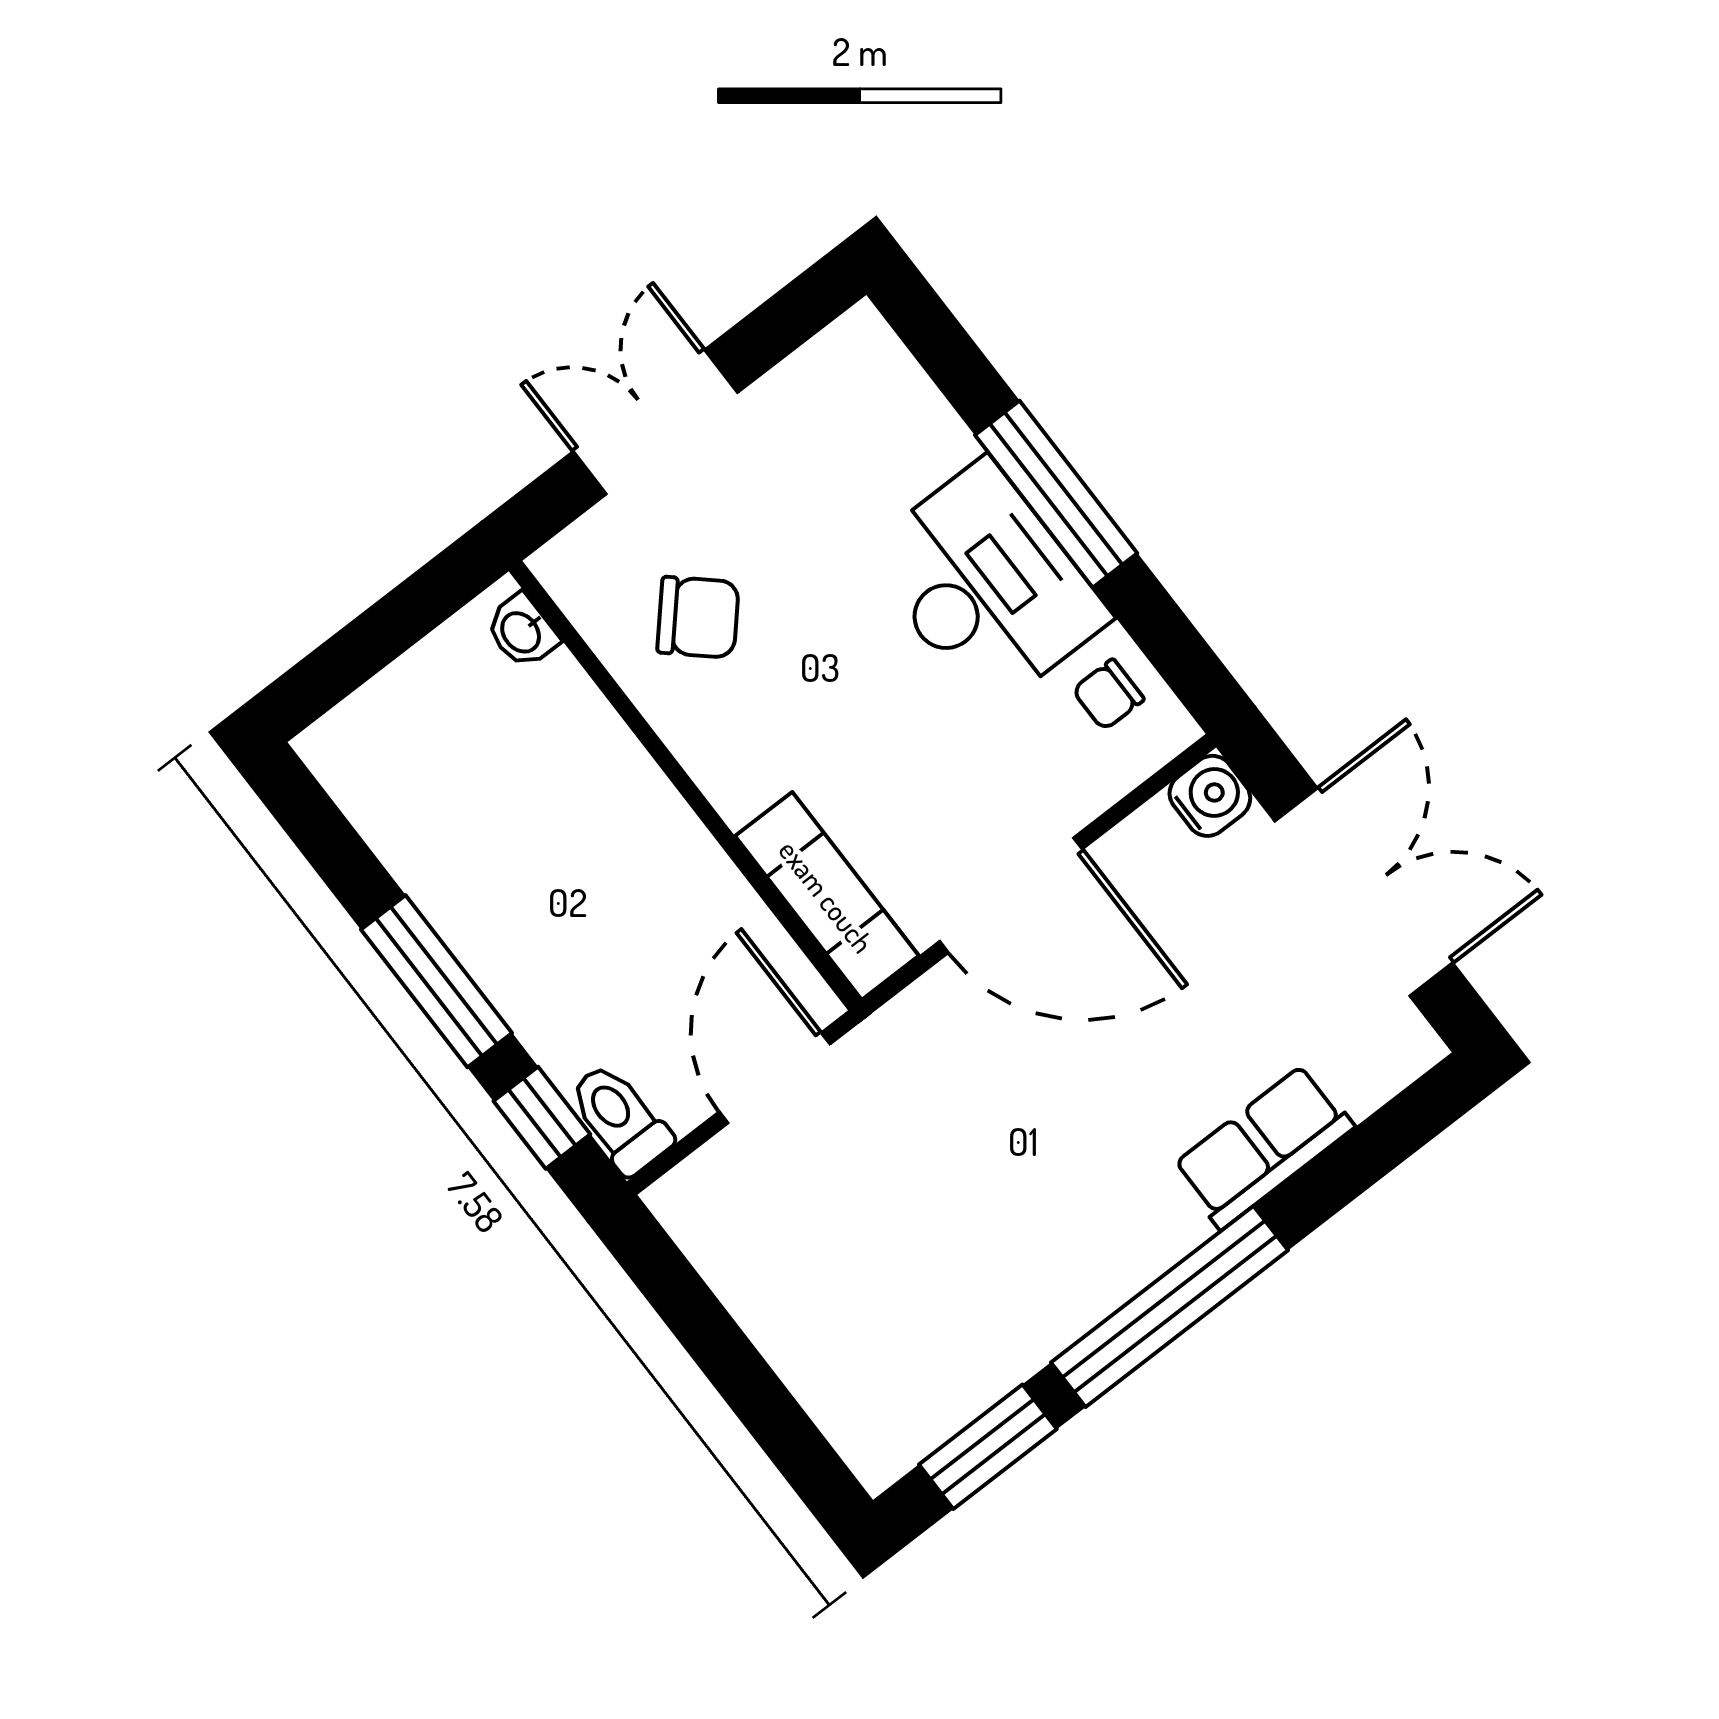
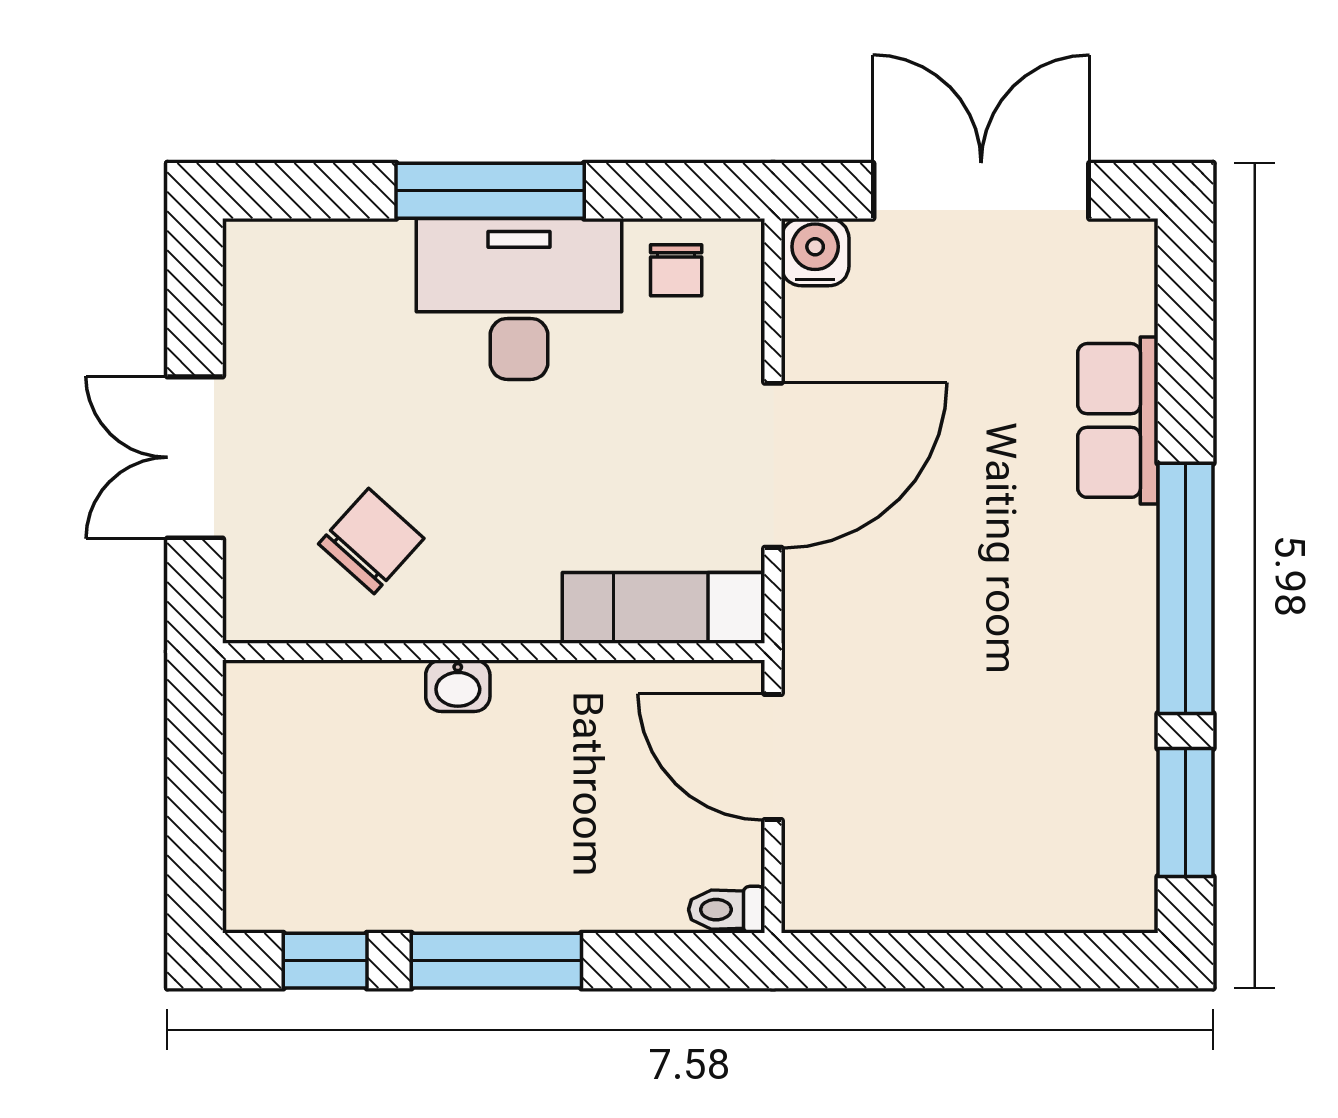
washbasin: (522, 631) -> (458, 686), moved
window: (542, 1118) -> (325, 961), moved
toilet: (620, 1119) -> (727, 910), width x0.73, depth x0.72

